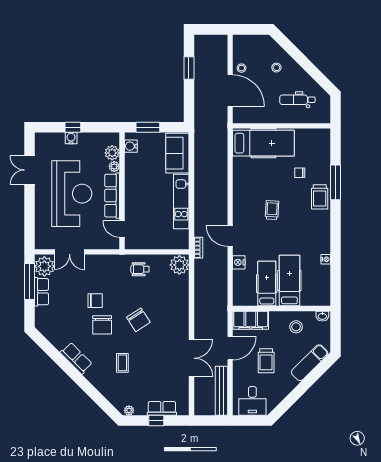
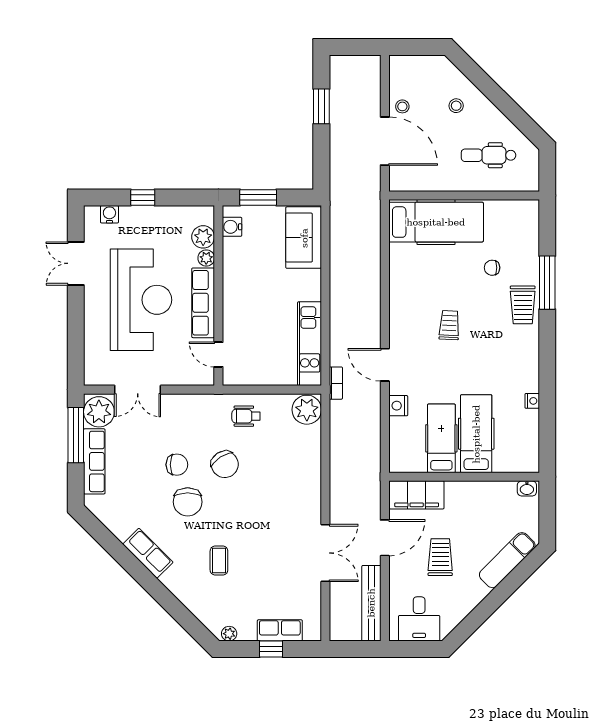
water cooler: (71, 138) -> (109, 214), moved
kitchen unit: (181, 202) -> (310, 344), moved
row of seats: (41, 292) -> (94, 461), width x1.48
chair: (138, 320) -> (225, 464), moved
stool: (296, 327) -> (486, 505), removed
trolley: (266, 361) -> (440, 557), turned 180

